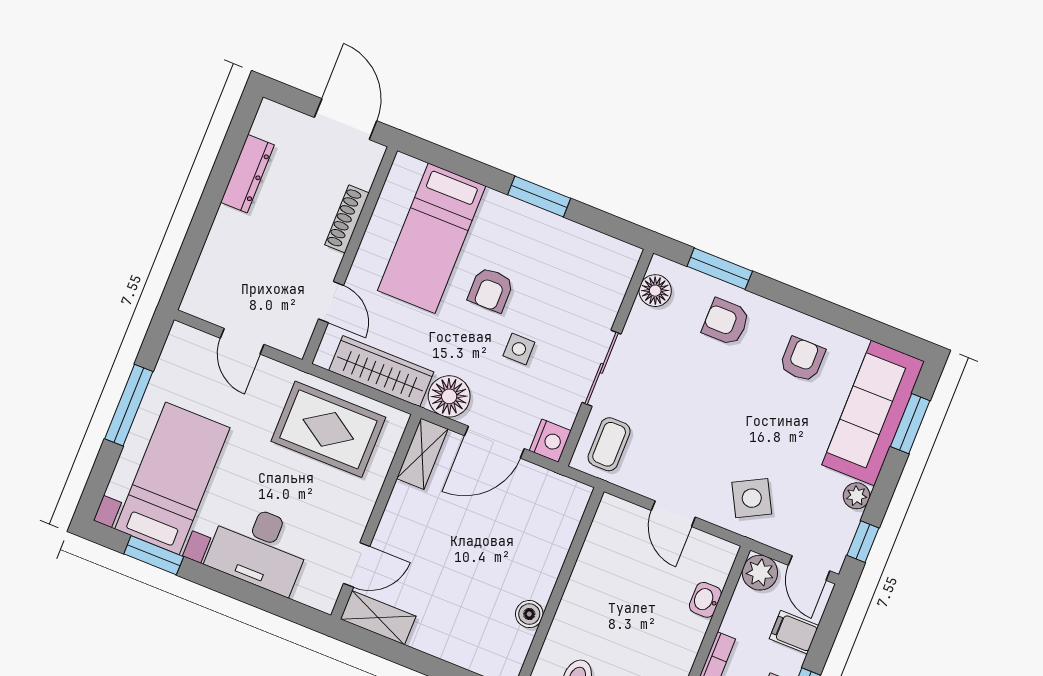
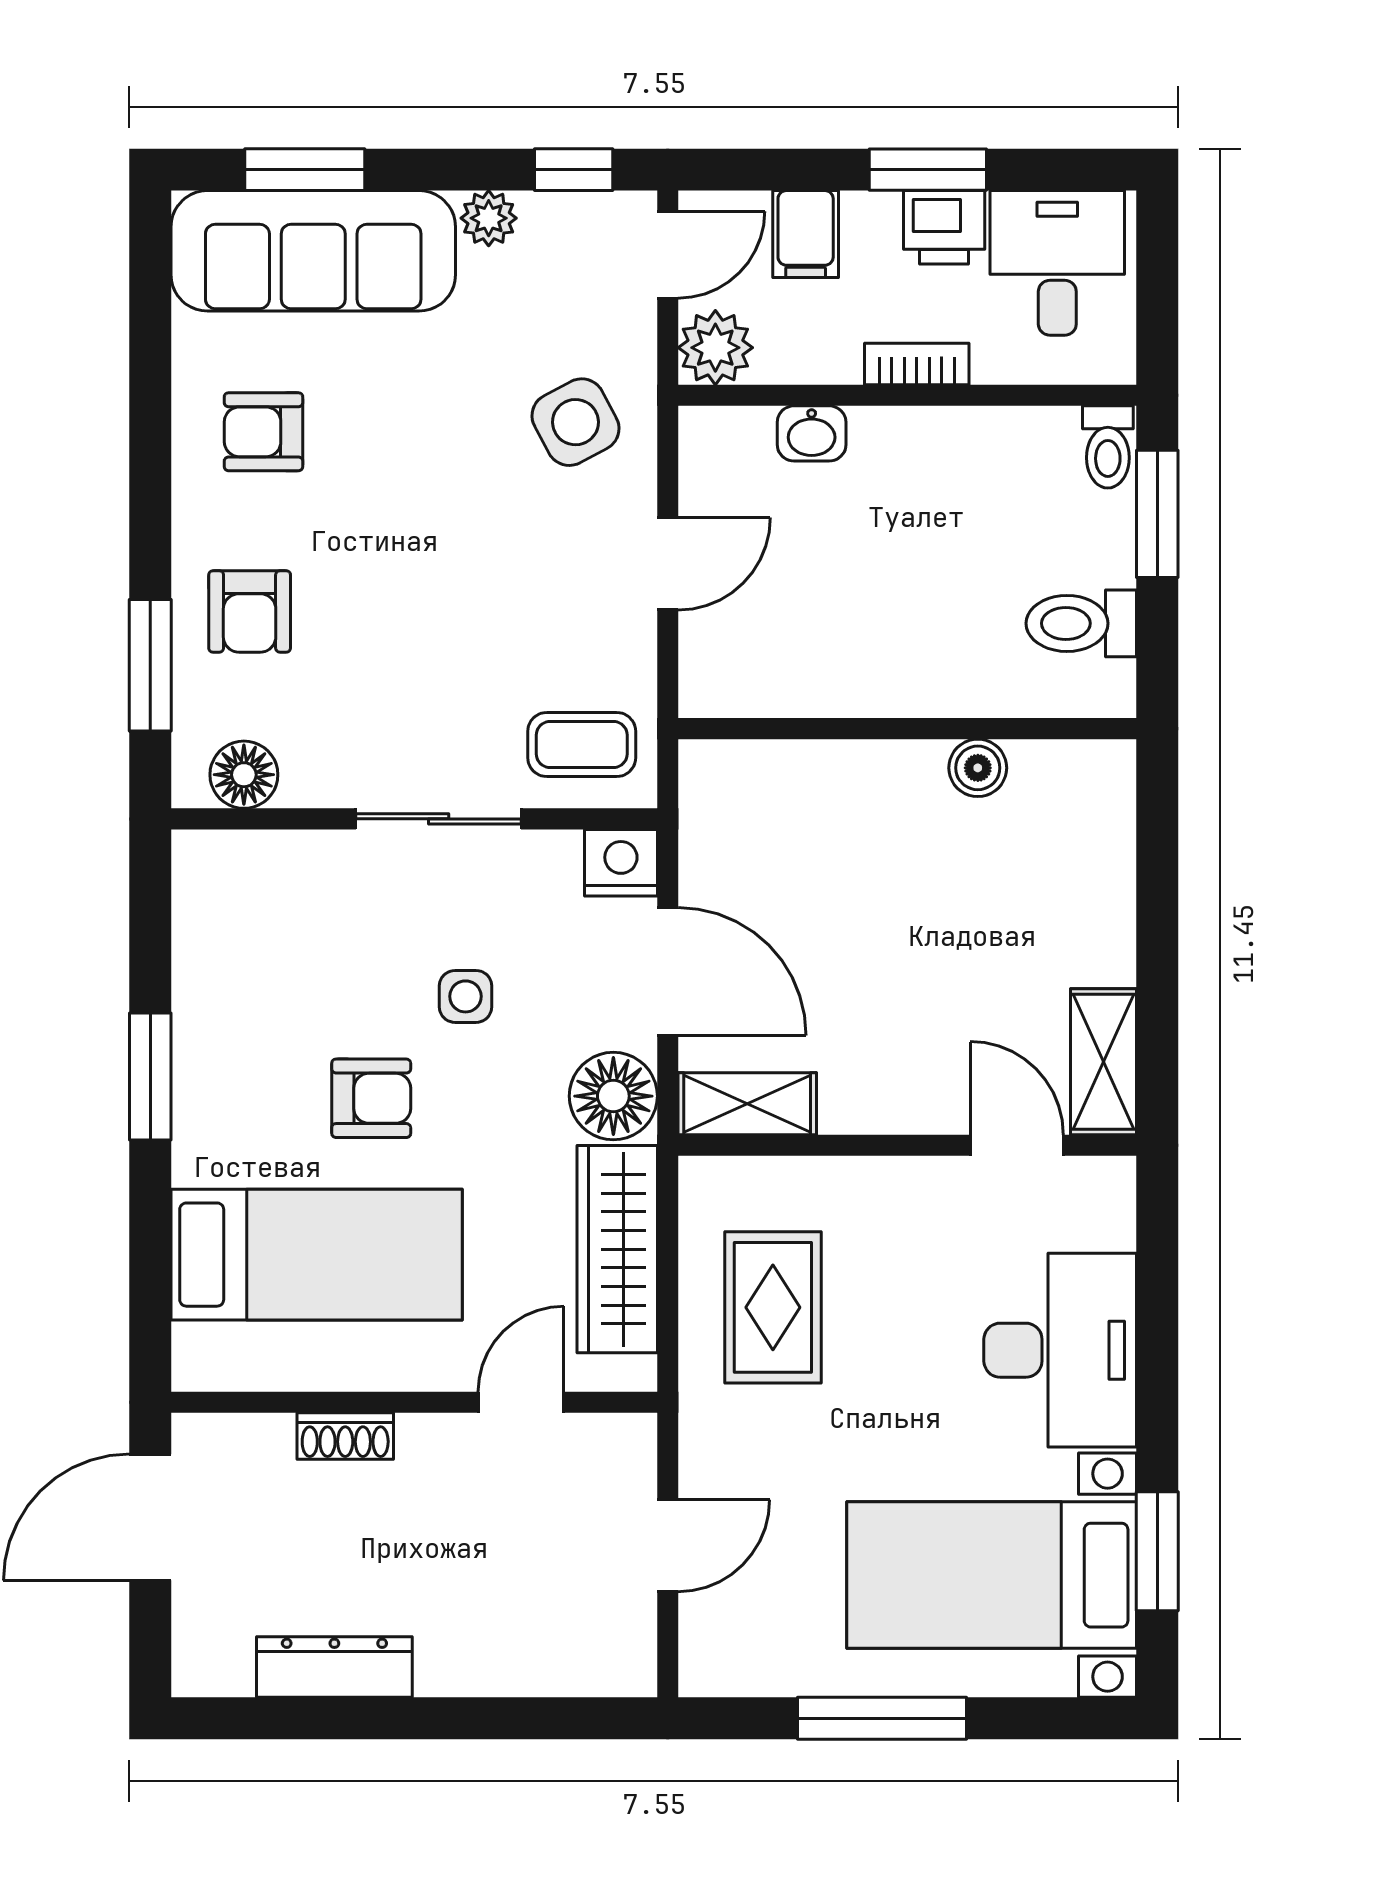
shoe rack: (347, 219) -> (345, 1436), width x0.70
rug: (328, 429) -> (773, 1307), width x0.73, depth x0.70

